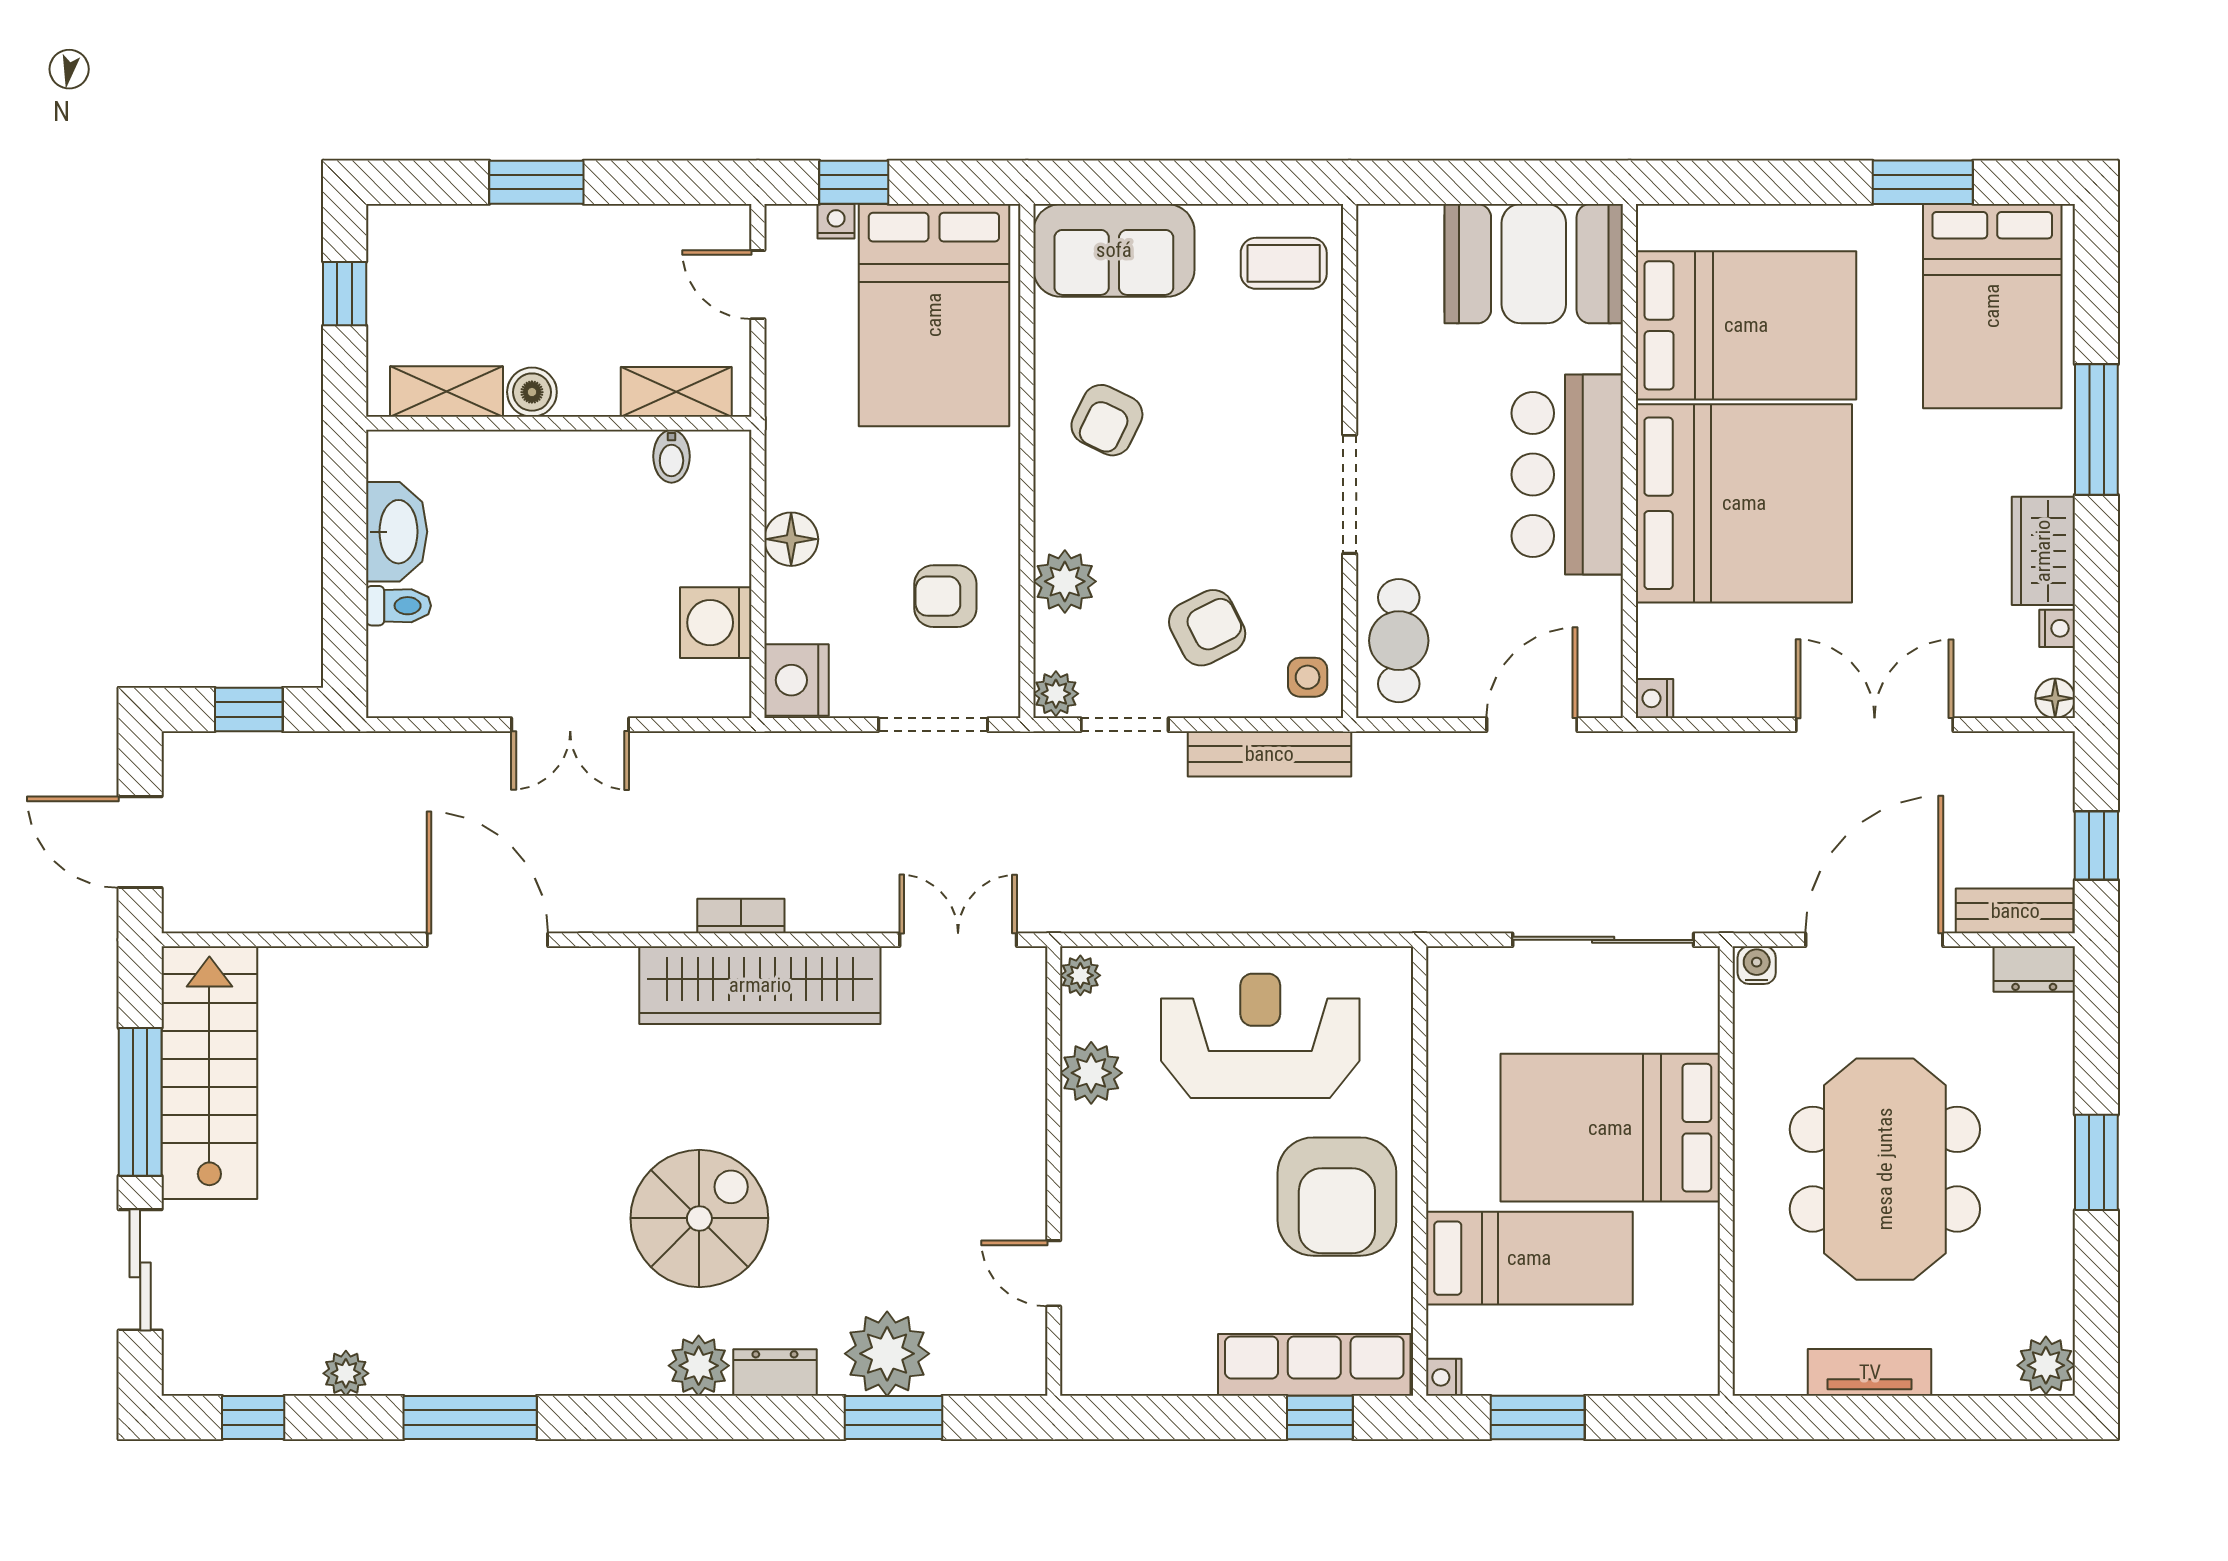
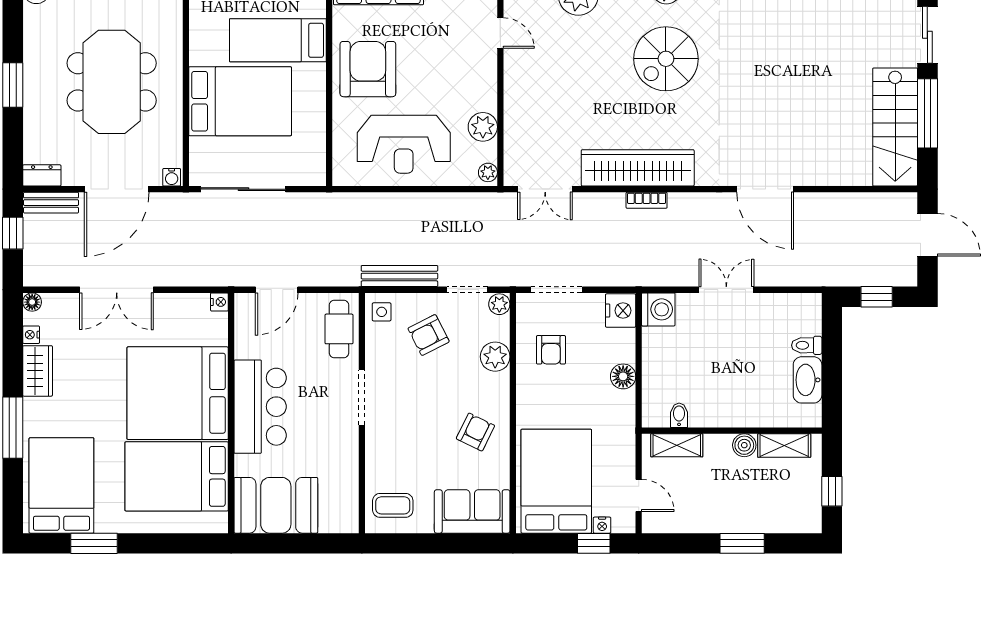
armchair: (945, 596) -> (551, 350), turned 90
washing machine: (716, 623) -> (658, 309), moved

